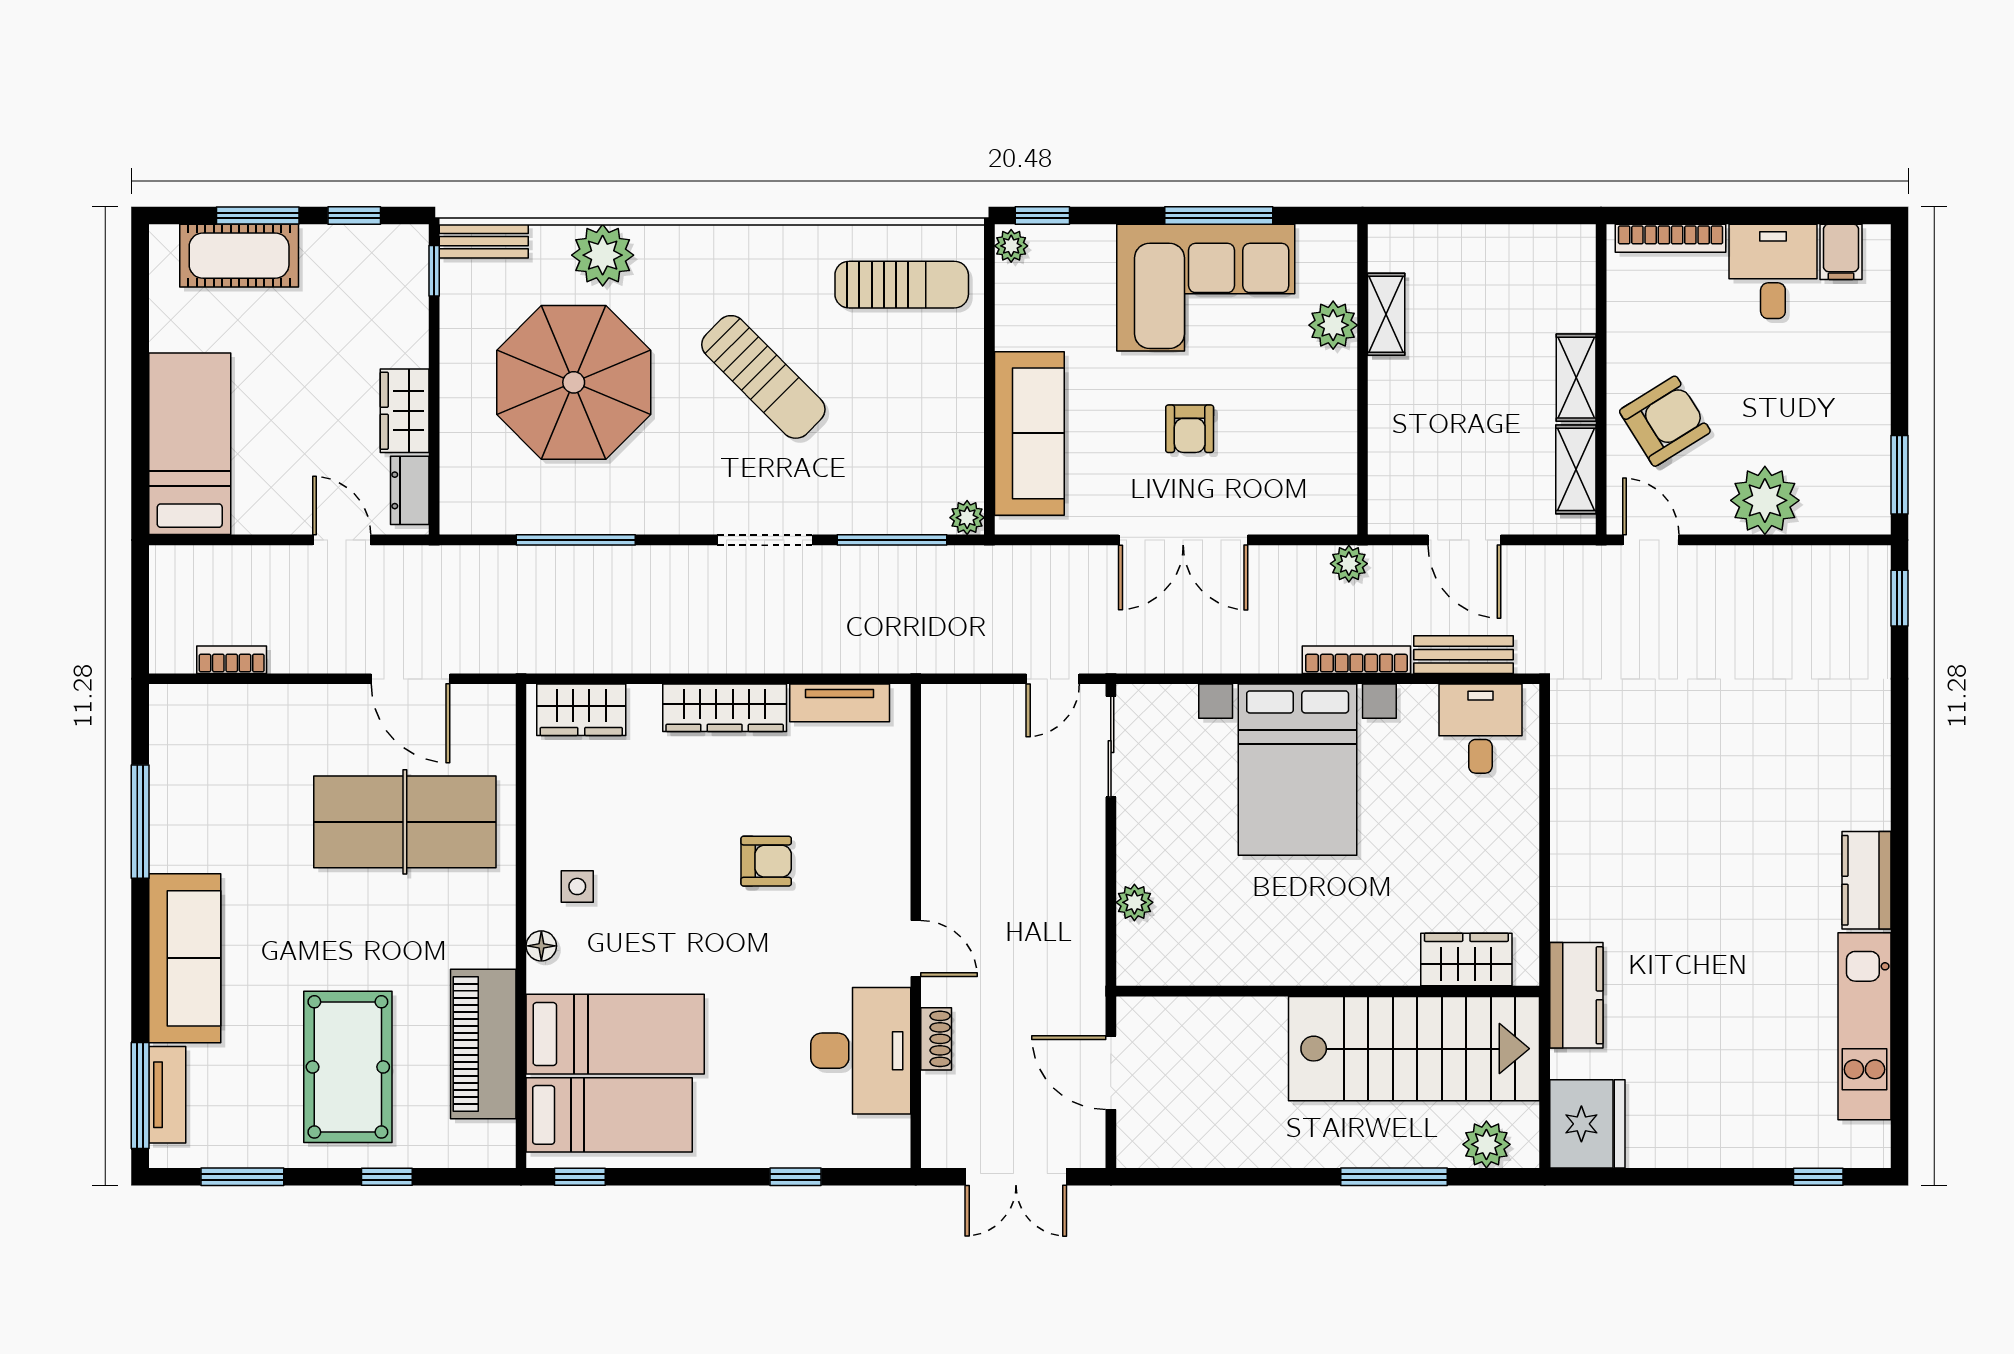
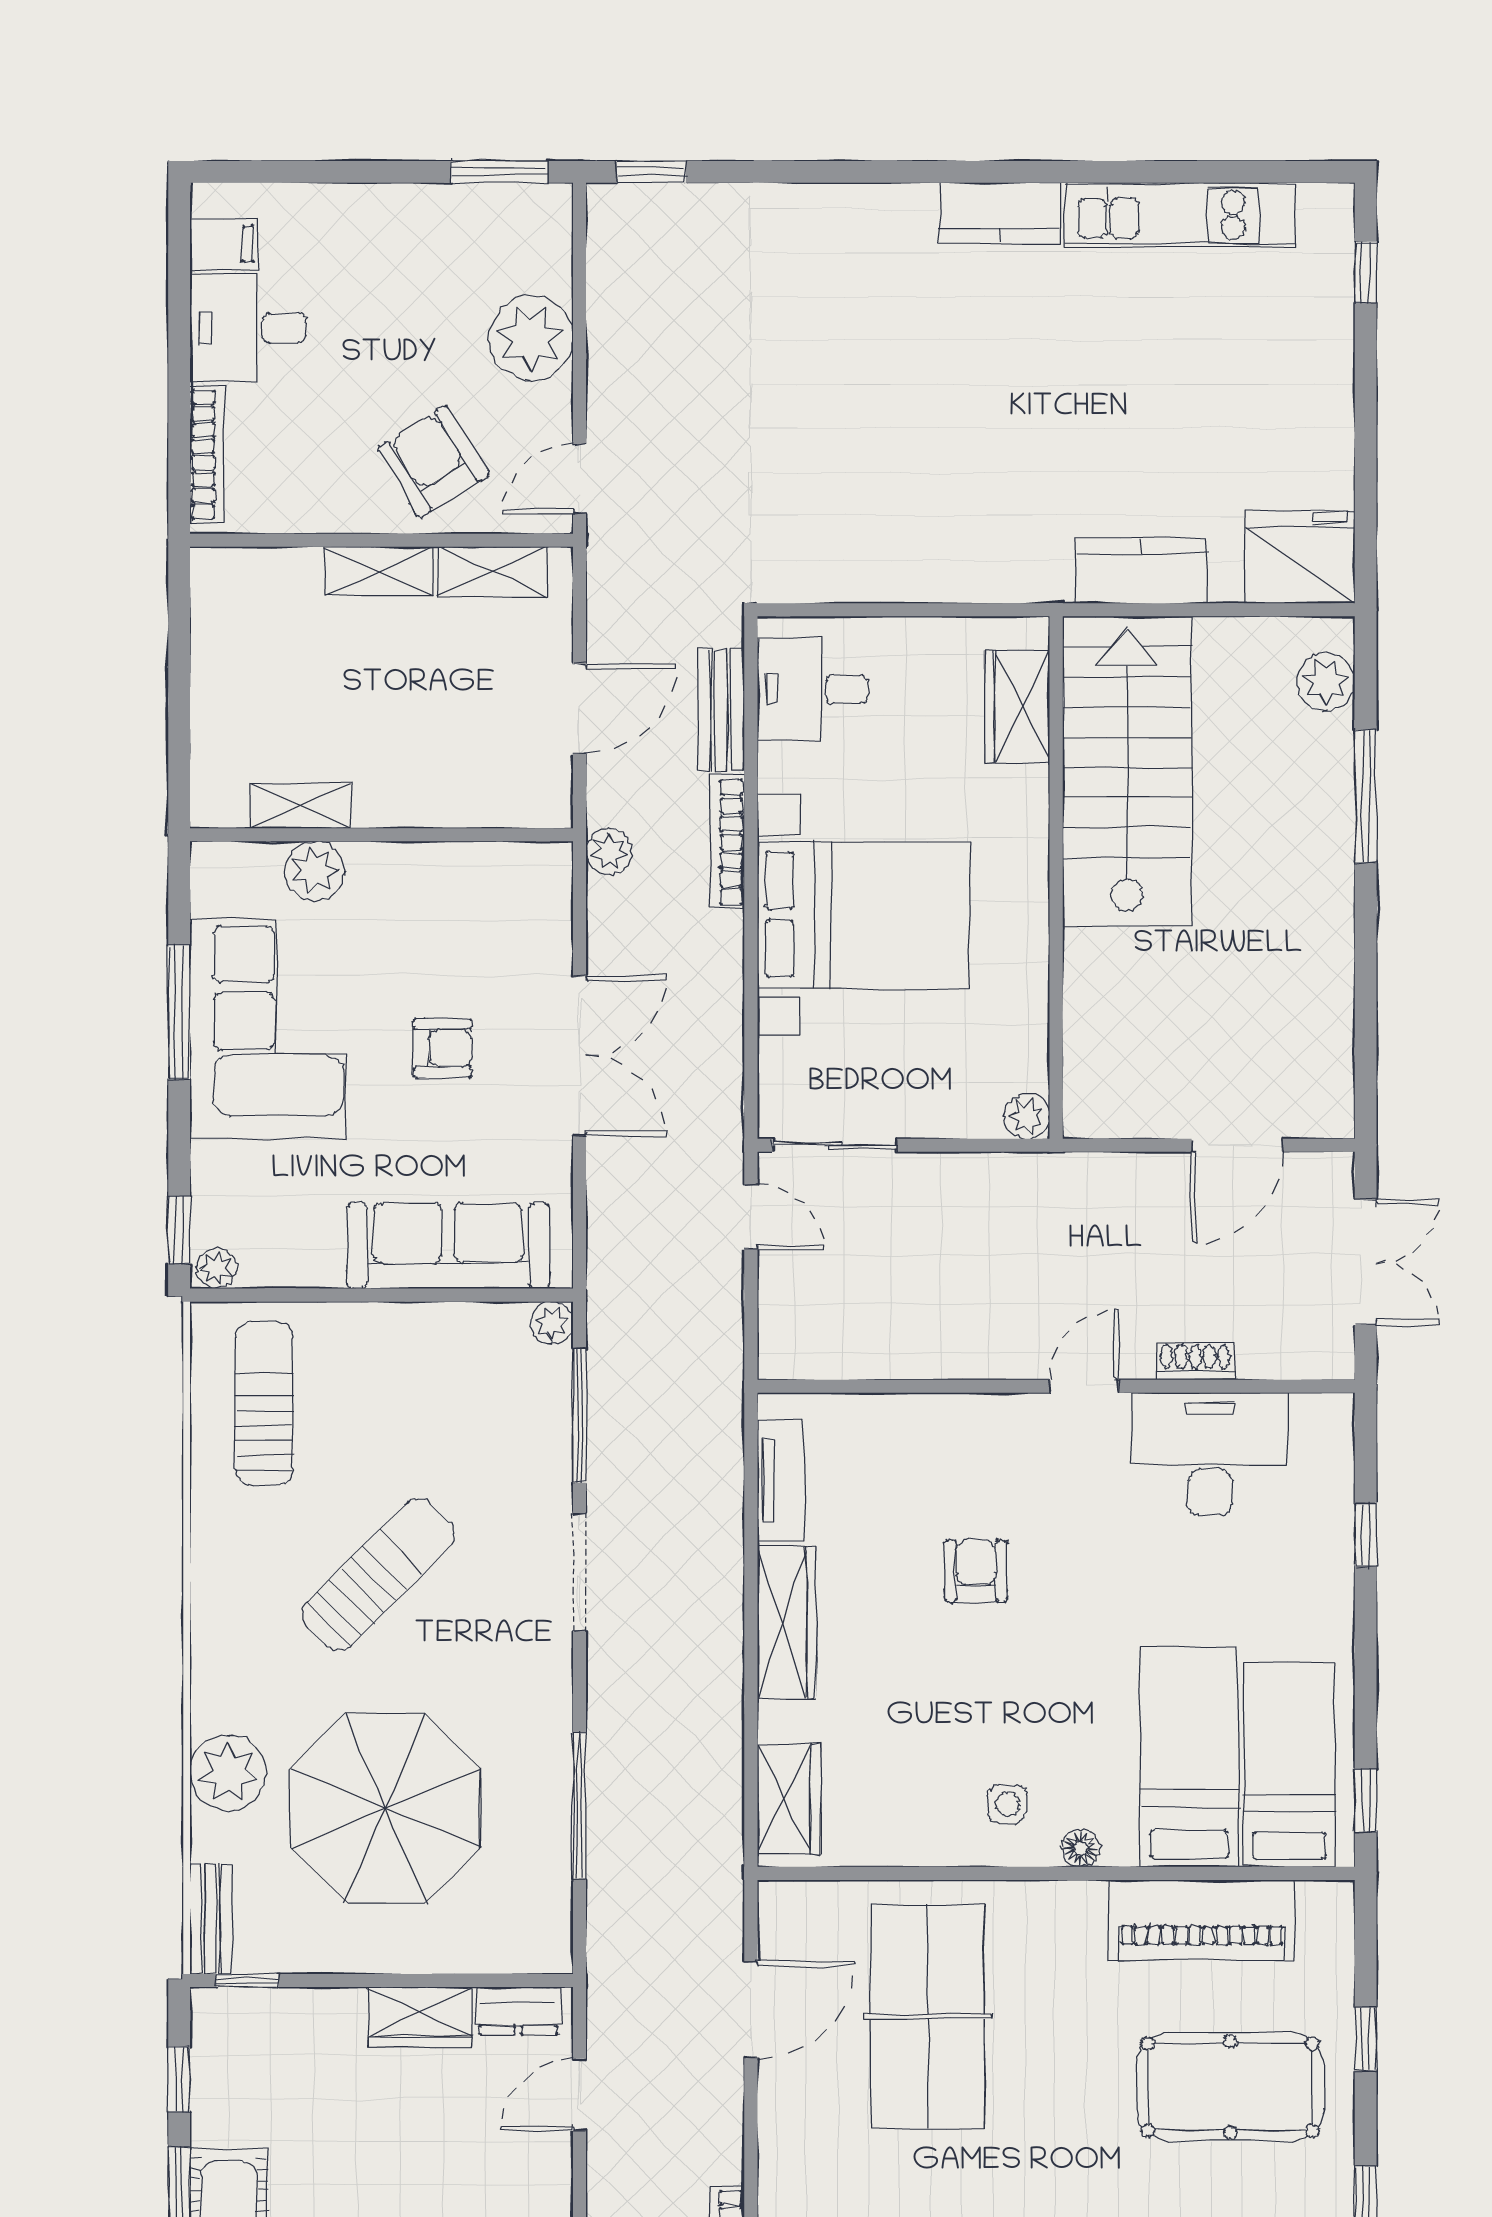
wardrobe: (1466, 960) -> (1017, 706), moved
wall: (1328, 991) -> (1056, 878), moved
stairs: (1414, 1049) -> (1127, 771), moved

